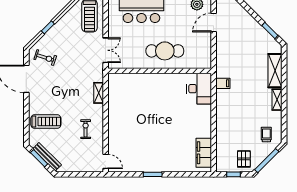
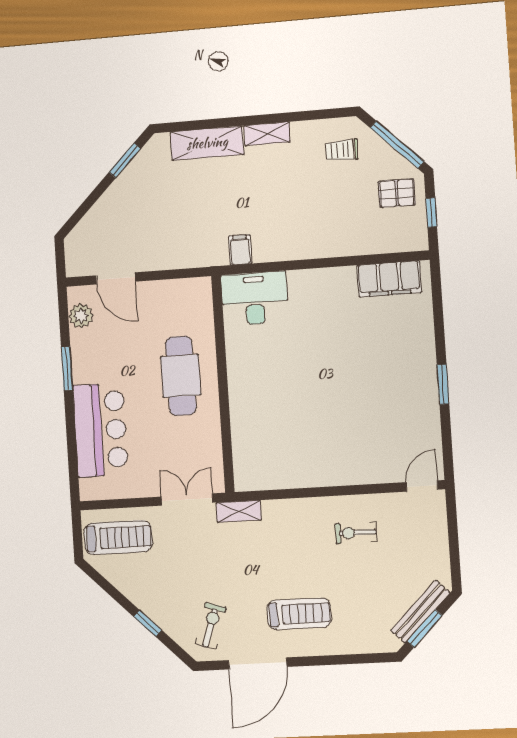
shelving: (99, 93) -> (239, 511), moved
treadmill: (46, 122) -> (299, 614), moved, turned 90

